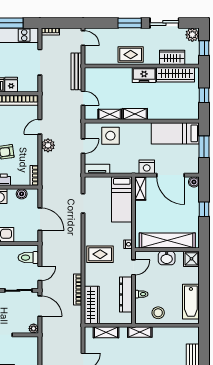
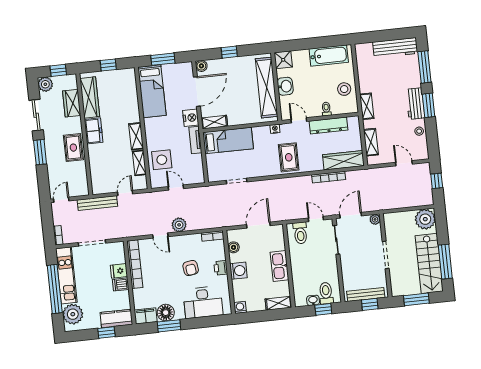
tv unit: (97, 169) -> (195, 140), moved

